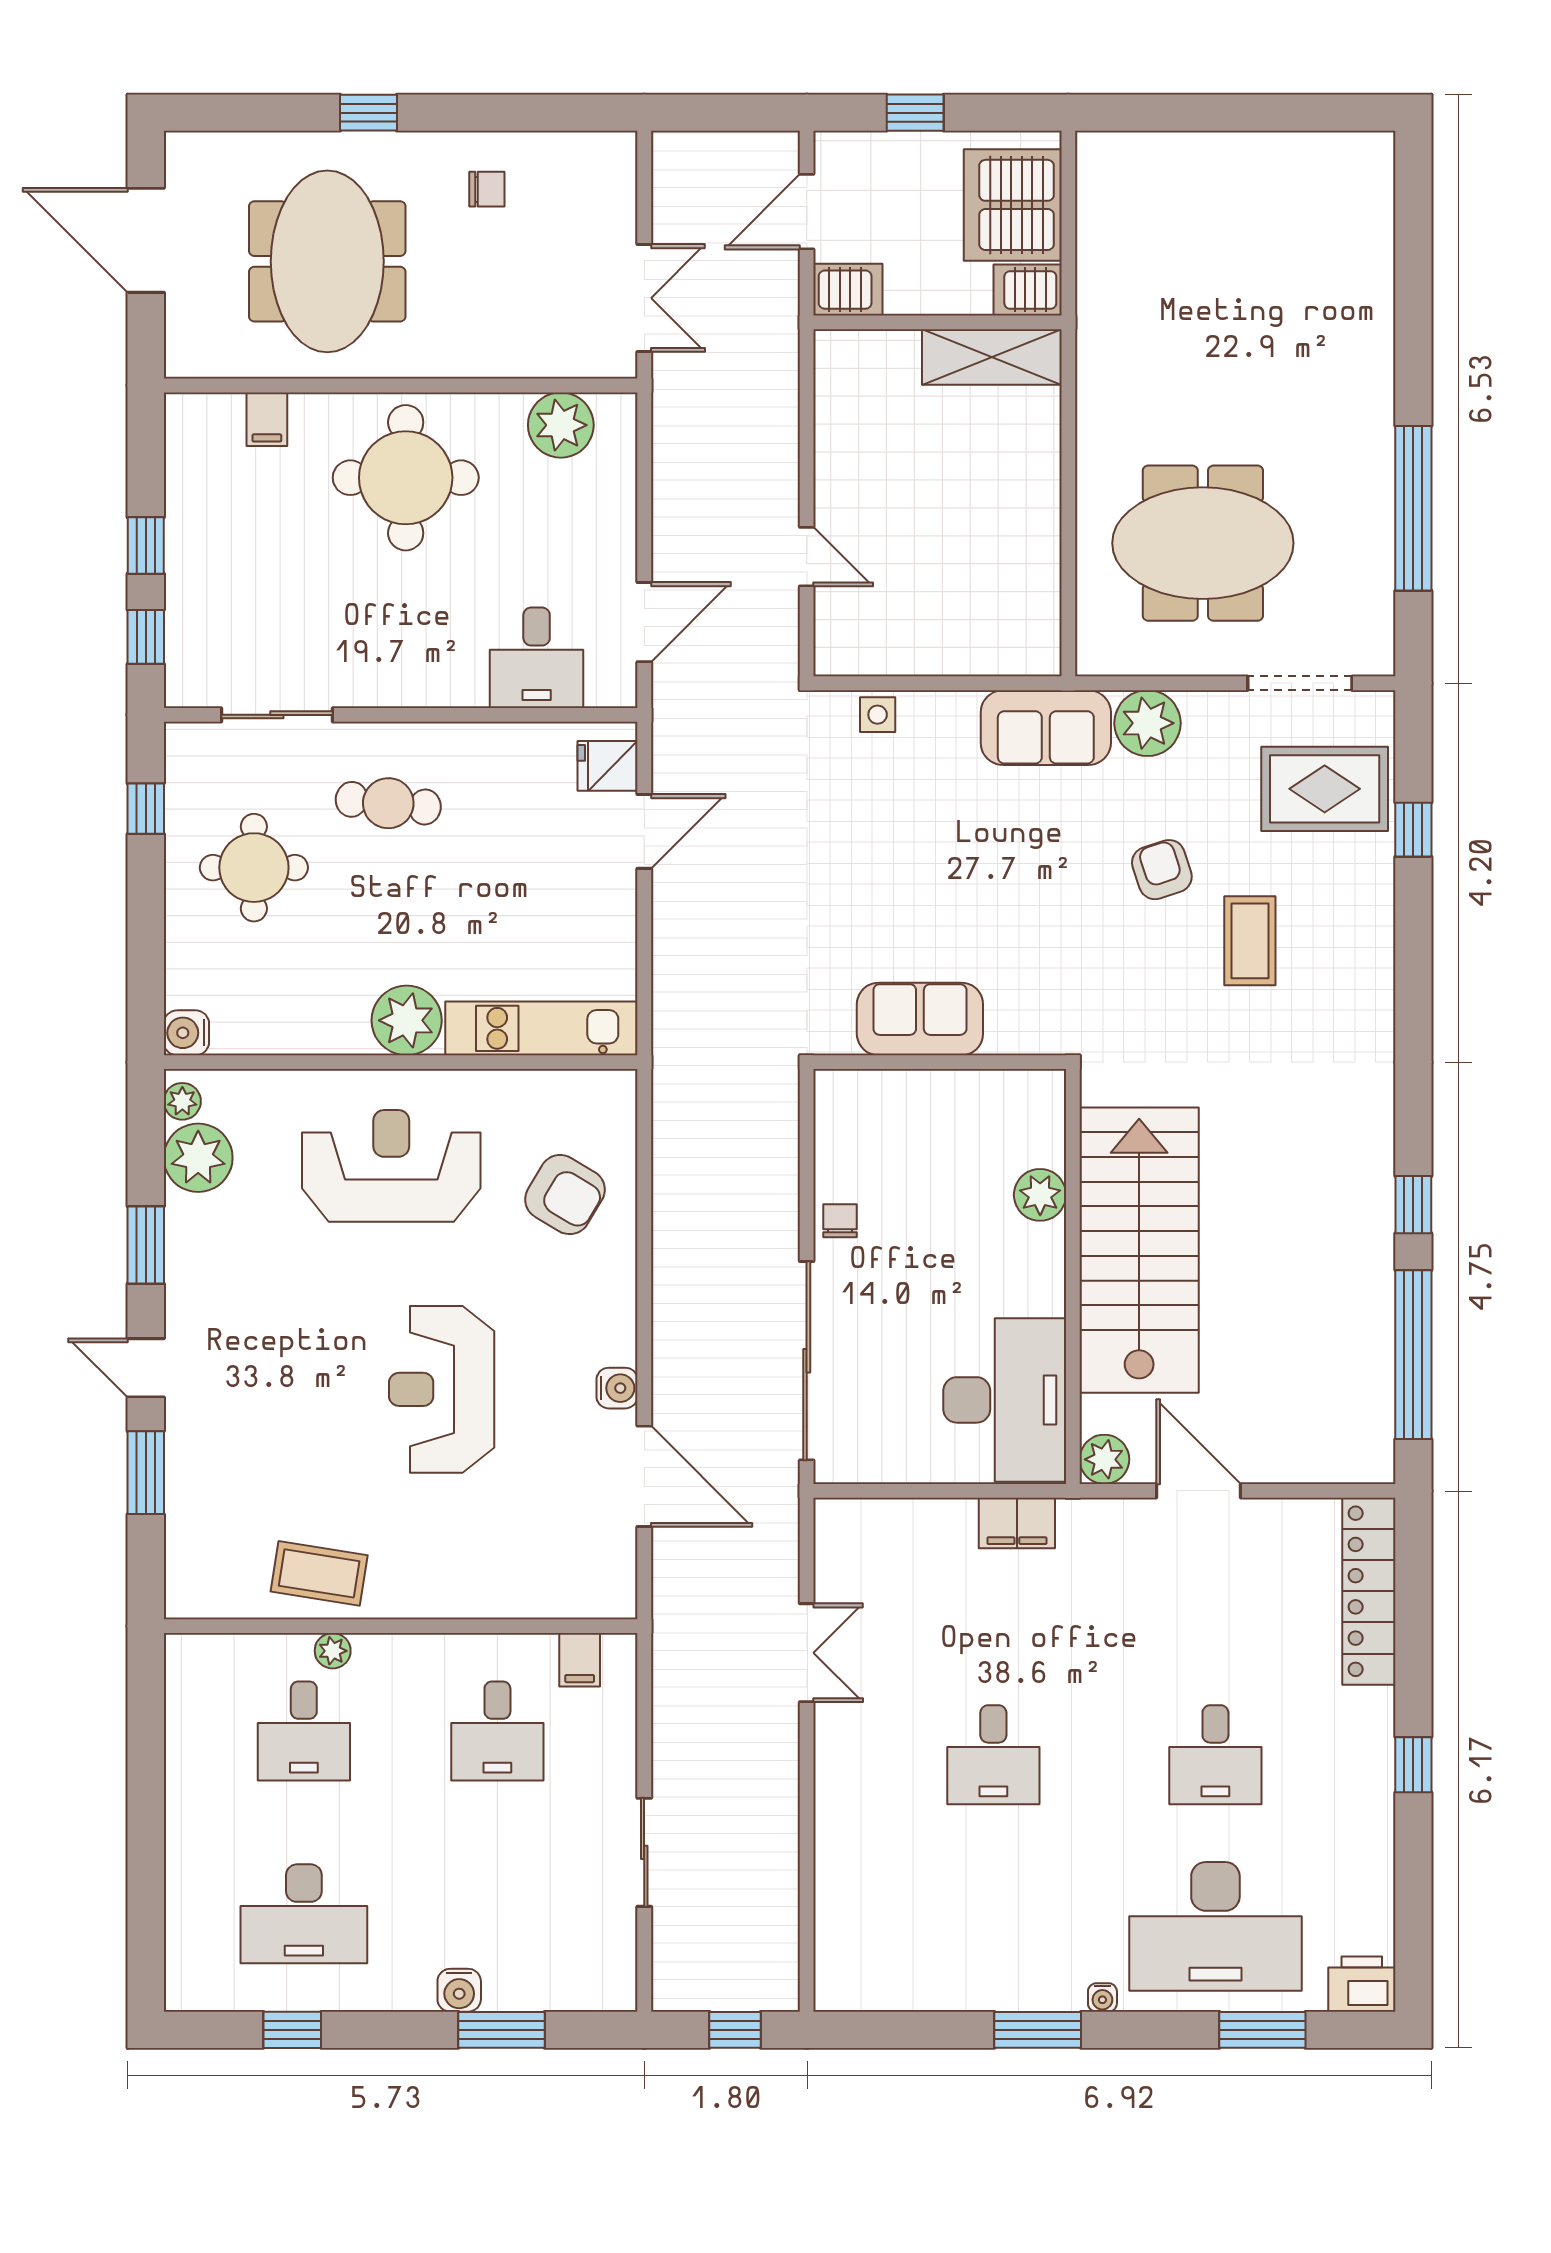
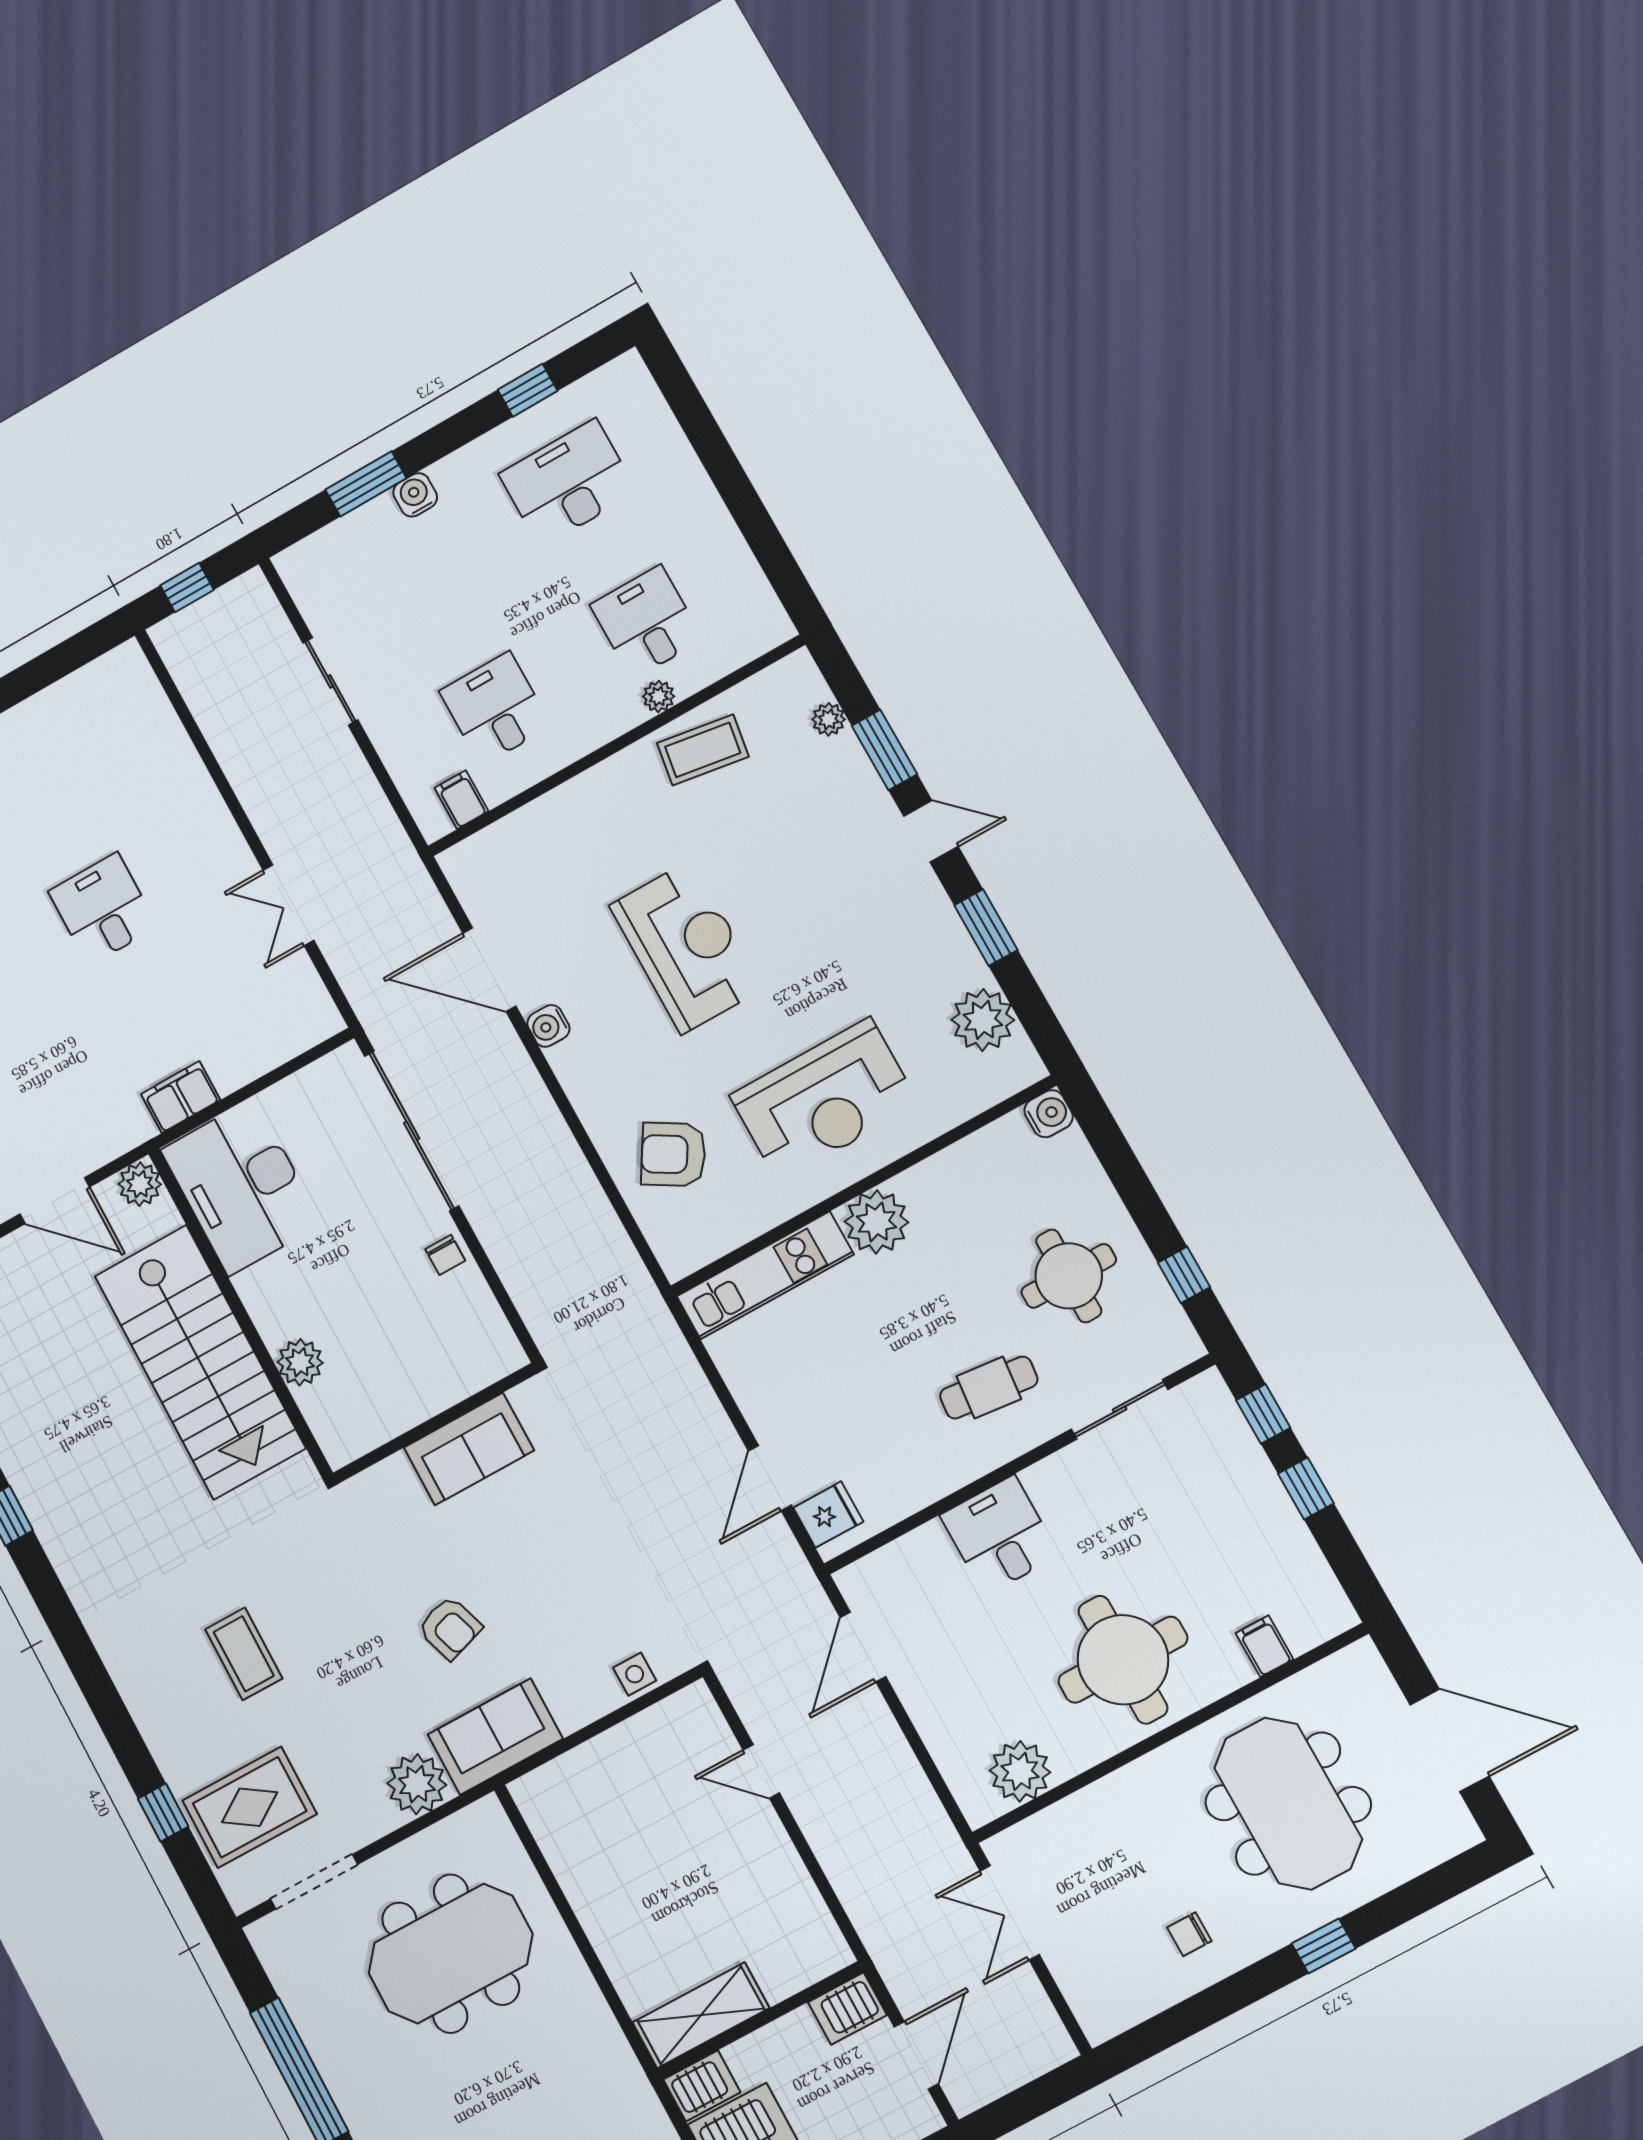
desk: (537, 658) -> (1000, 1535), moved
armchair: (1162, 870) -> (450, 1628), moved
plant: (182, 1101) -> (829, 719), moved

